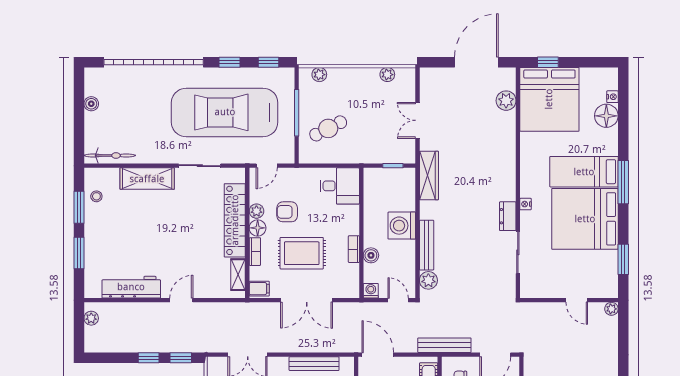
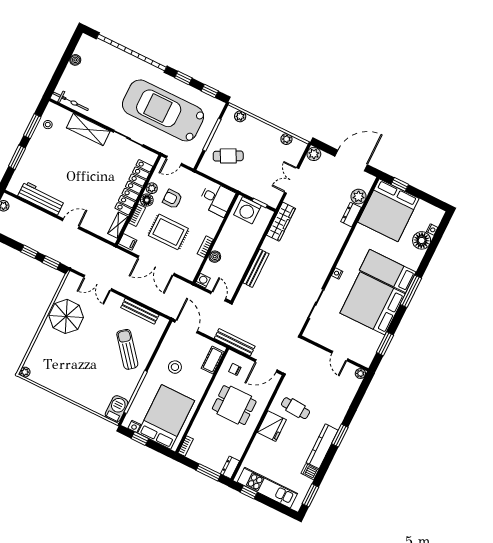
dresser: (508, 216) -> (351, 215), moved
washing machine: (402, 226) -> (247, 210), moved, turned -90
plant: (428, 280) -> (314, 154), moved

